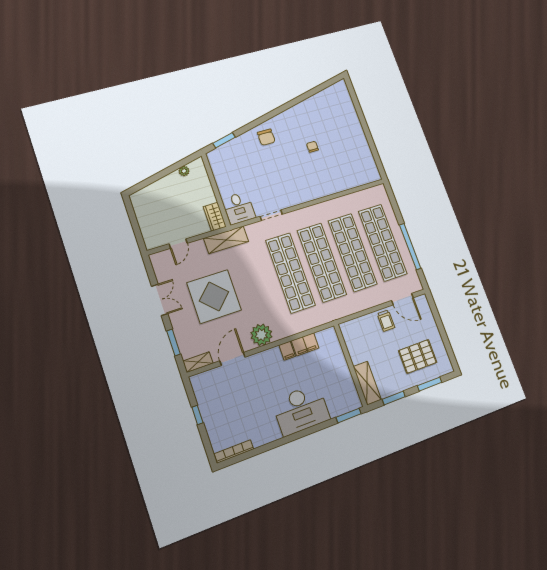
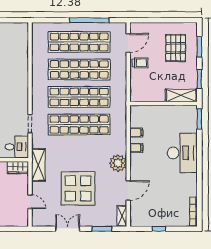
filing cabinet: (305, 344) -> (136, 133), width x0.50
door: (232, 359) -> (128, 190), swing flipped

